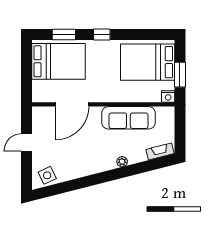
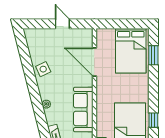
window: (102, 34) -> (153, 120), moved
side table: (47, 175) -> (43, 69), moved

